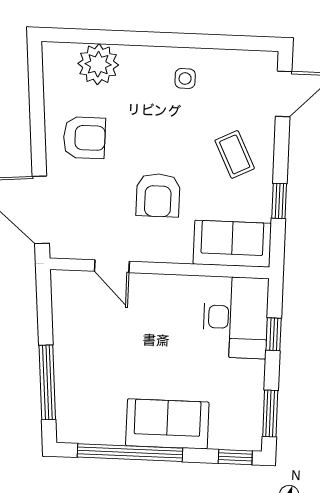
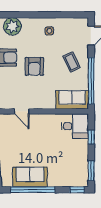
armchair: (158, 195) -> (34, 66), moved
window: (279, 201) -> (91, 81), width x3.17
desk: (236, 317) -> (75, 126), width x0.73
sofa: (167, 424) -> (30, 177), moved

